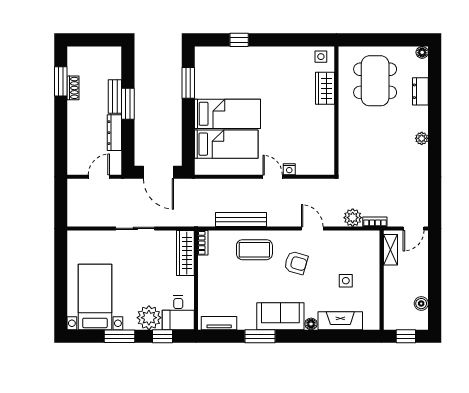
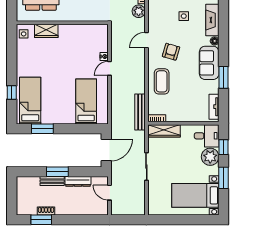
bed: (228, 114) -> (30, 101), moved
bench: (241, 219) -> (140, 112), moved

